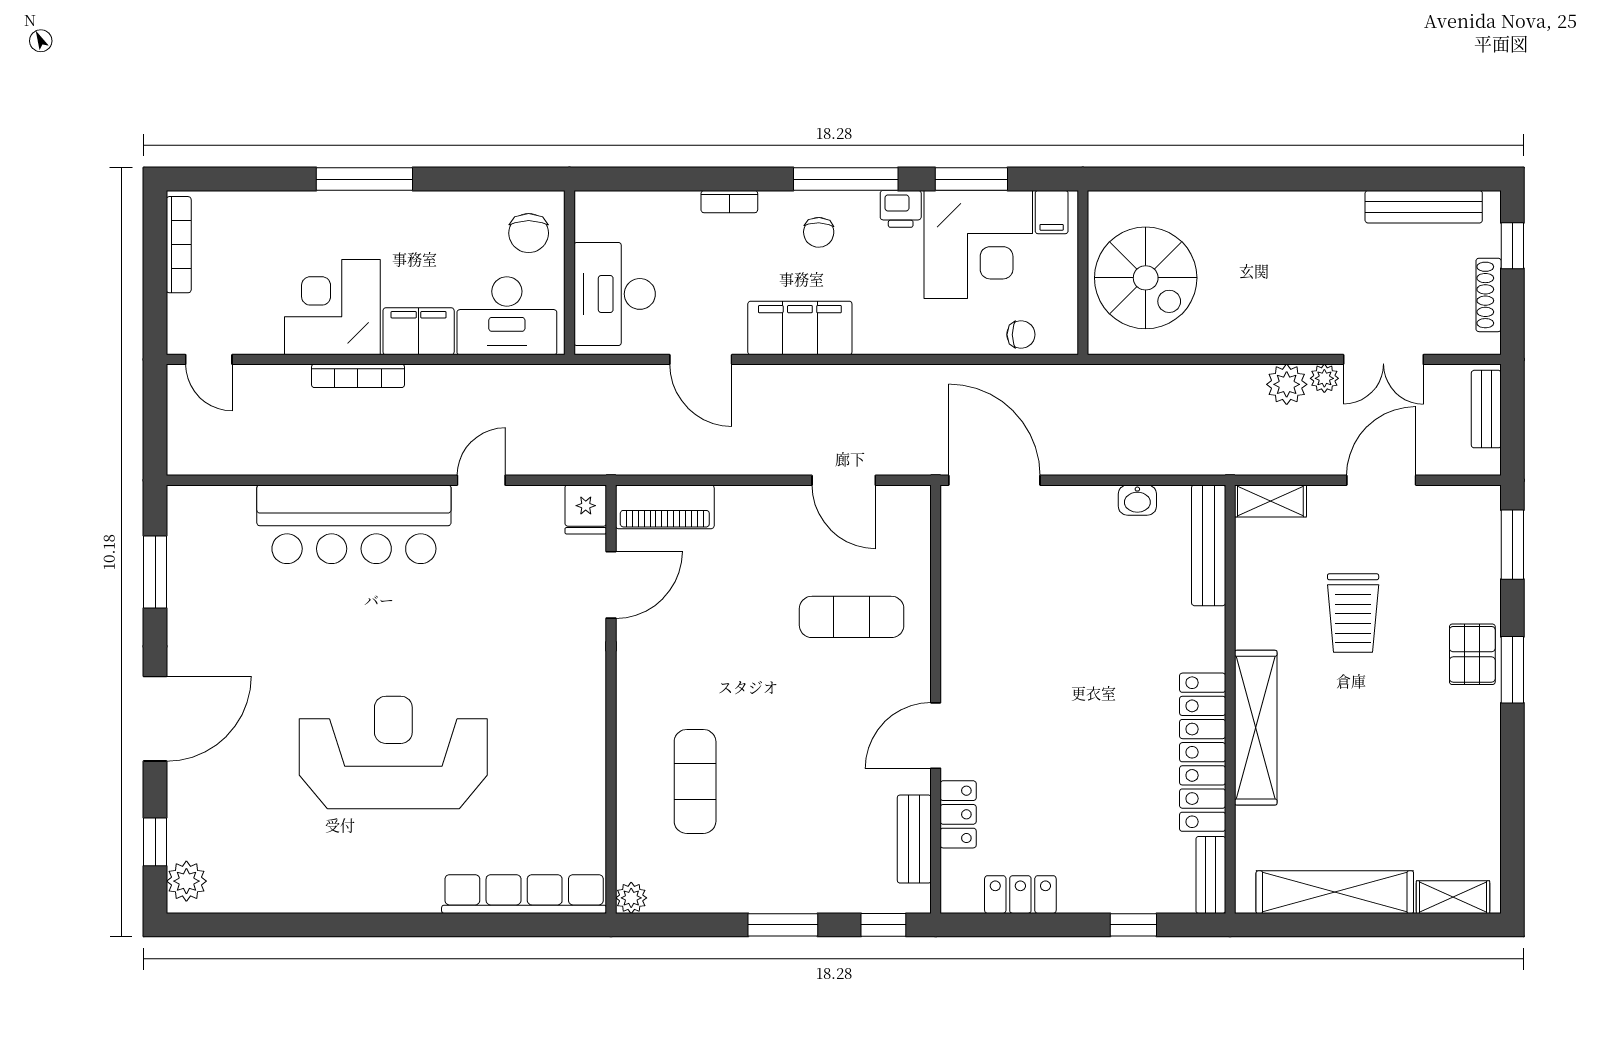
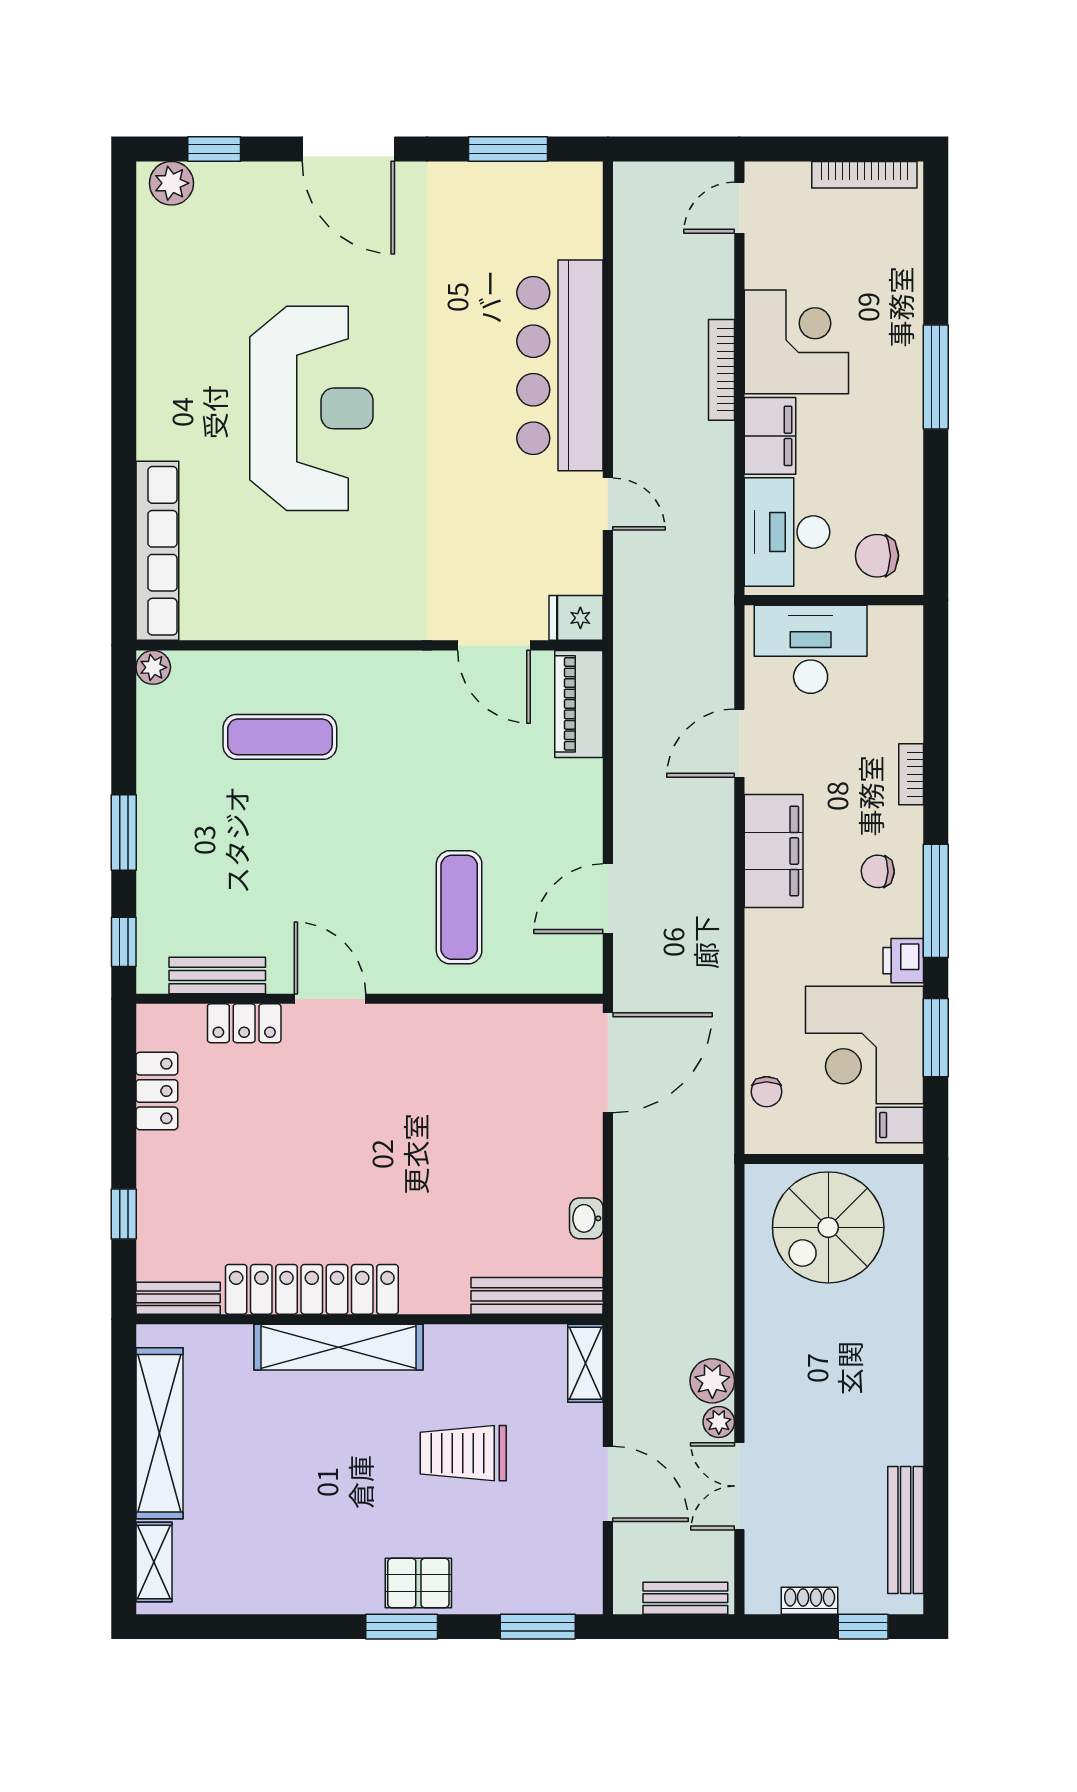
shoe rack: (1489, 295) -> (810, 1601), width x0.70

